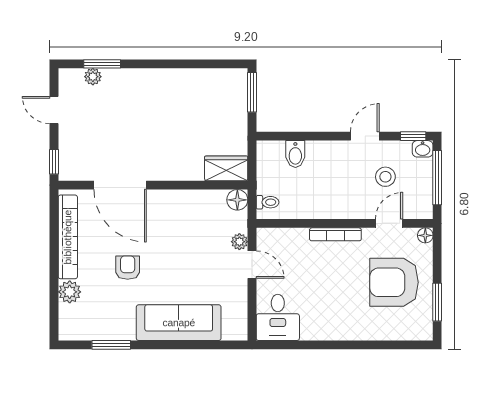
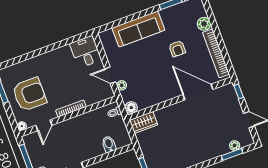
stool: (385, 177) -> (55, 150), removed

